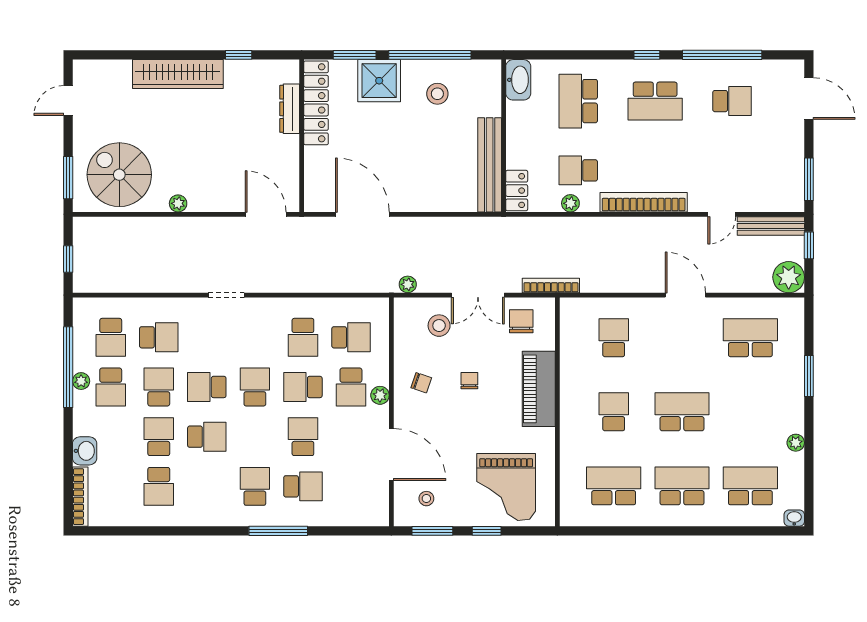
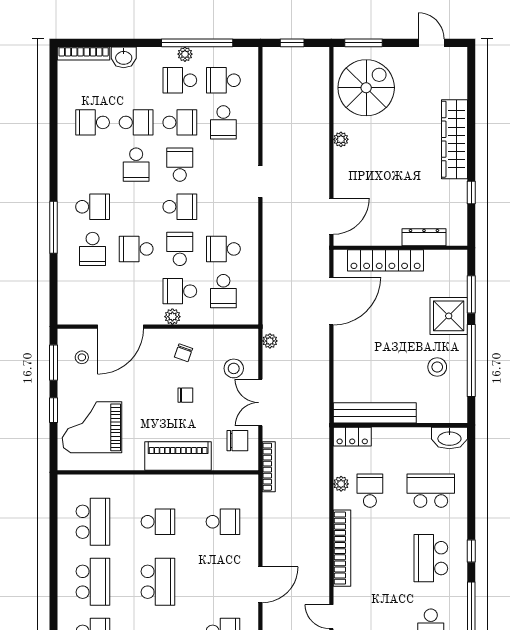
locker: (316, 103) -> (386, 260), moved
school desk: (303, 437) -> (136, 249), turned 180

